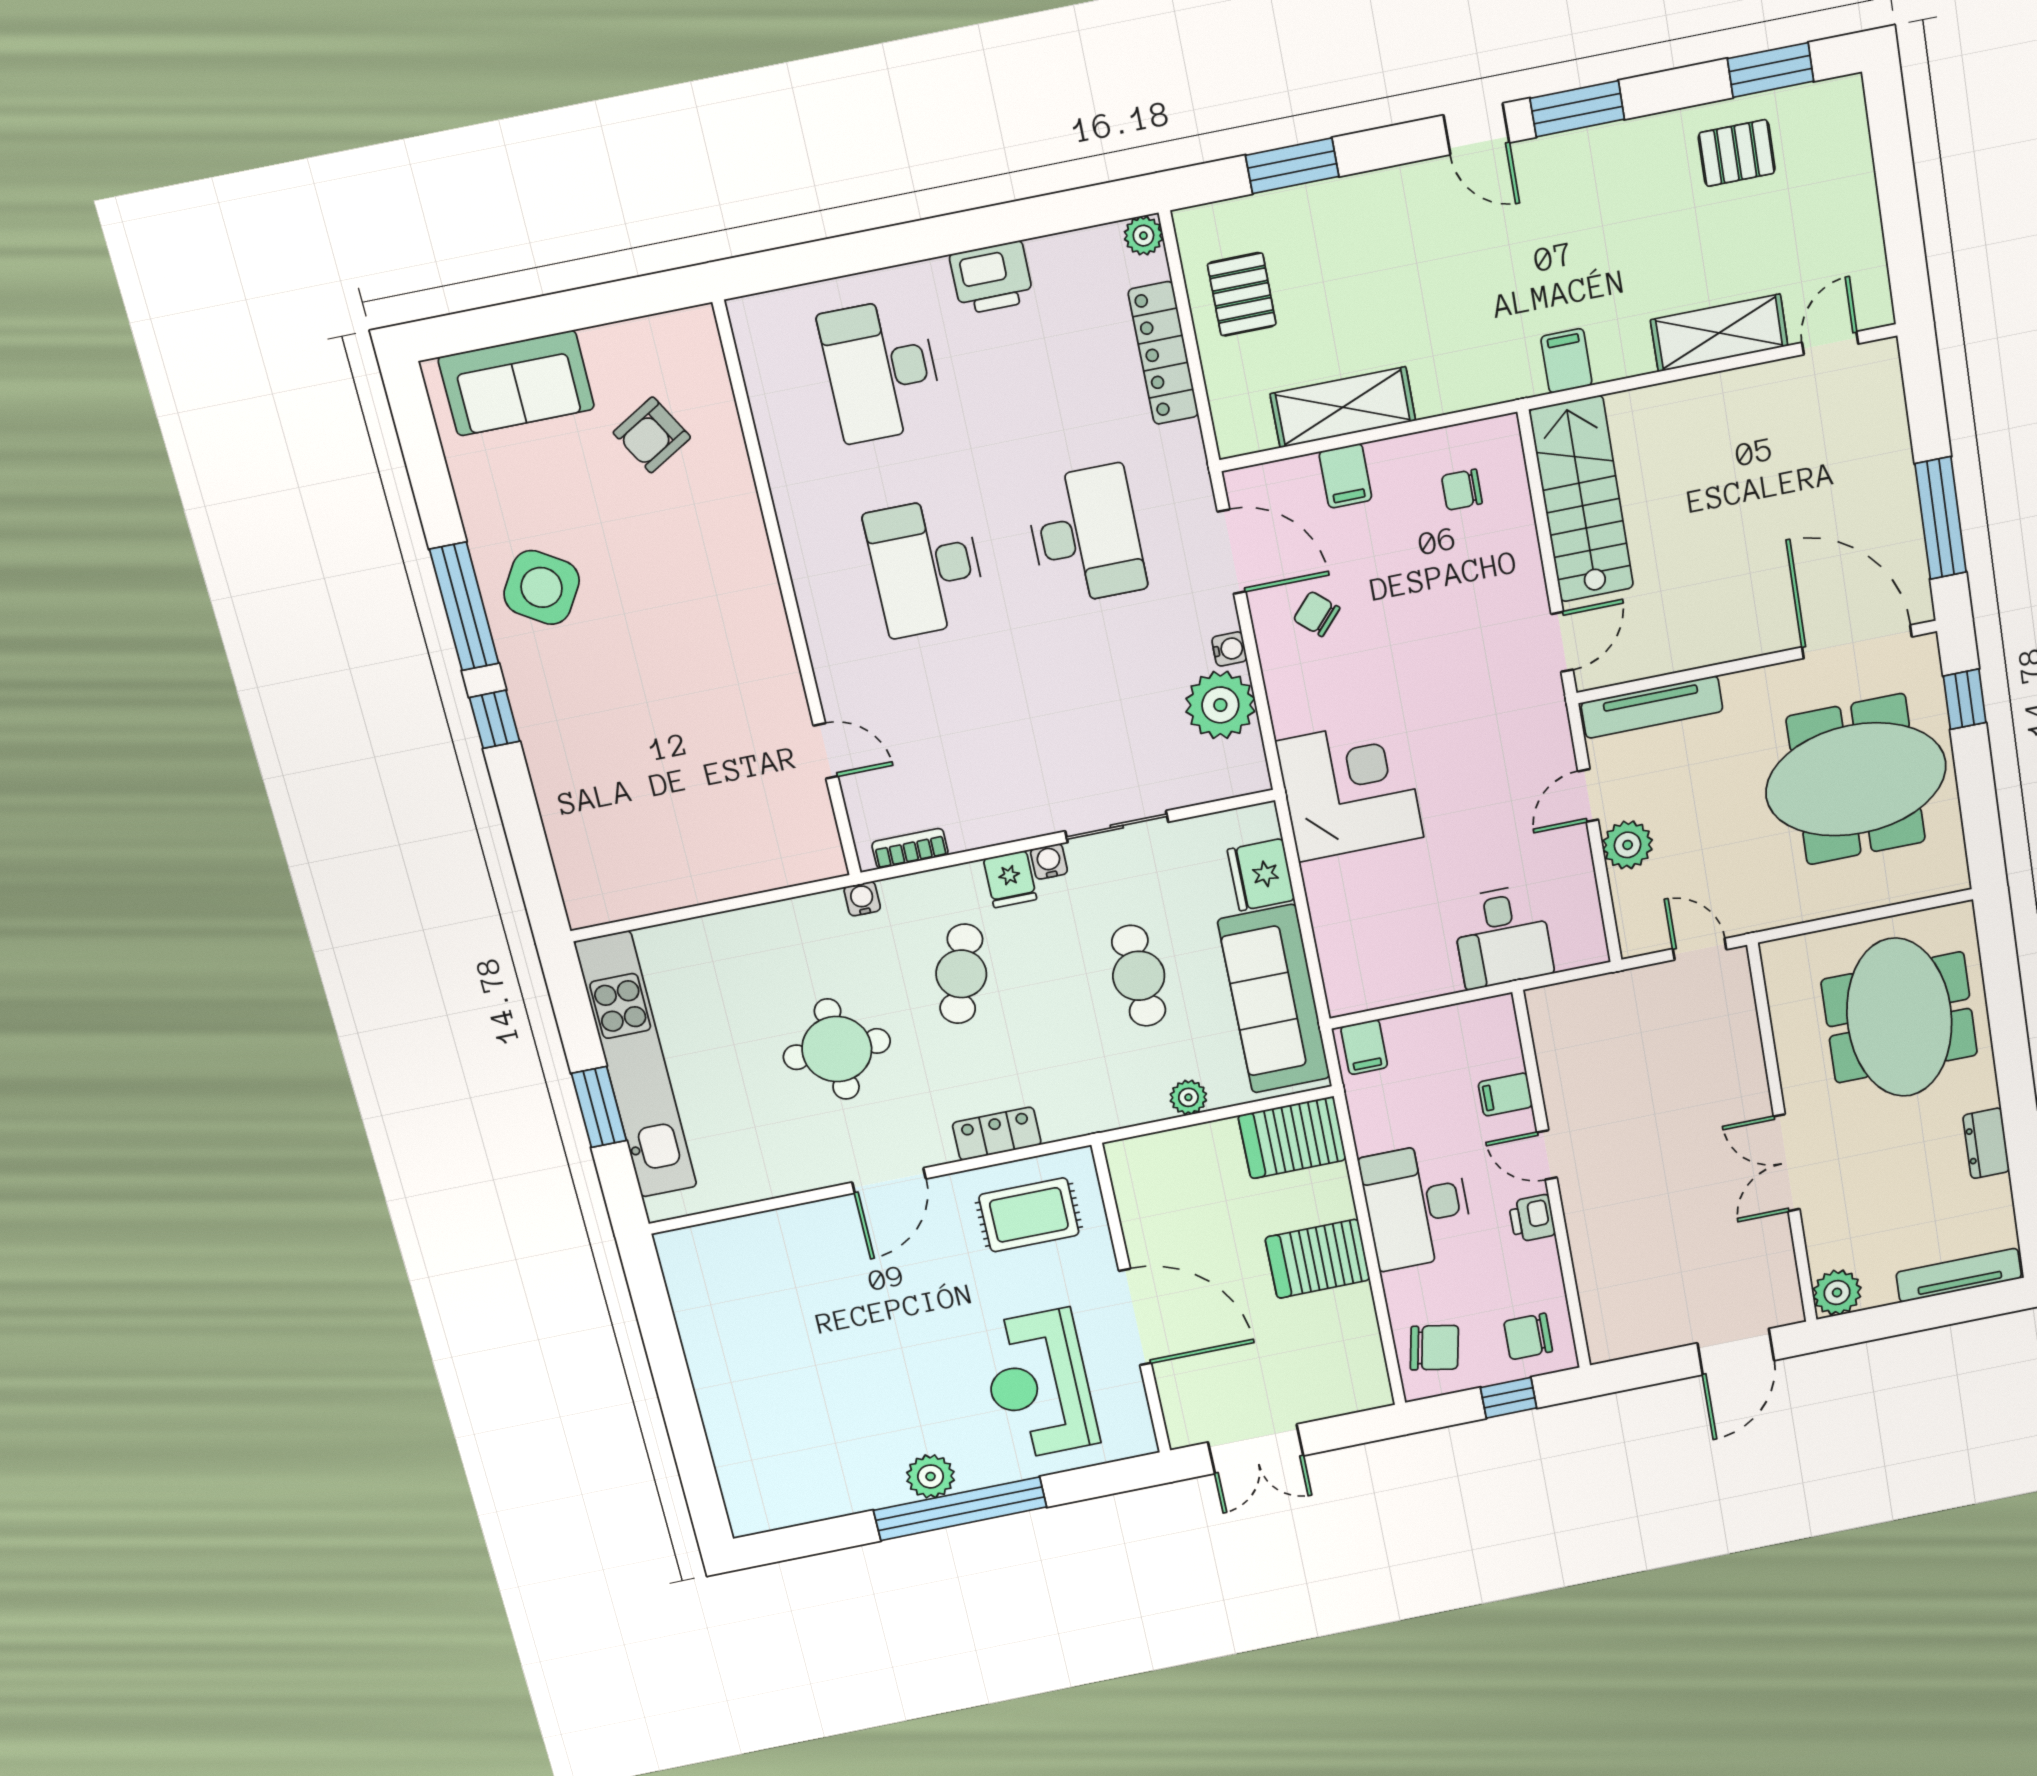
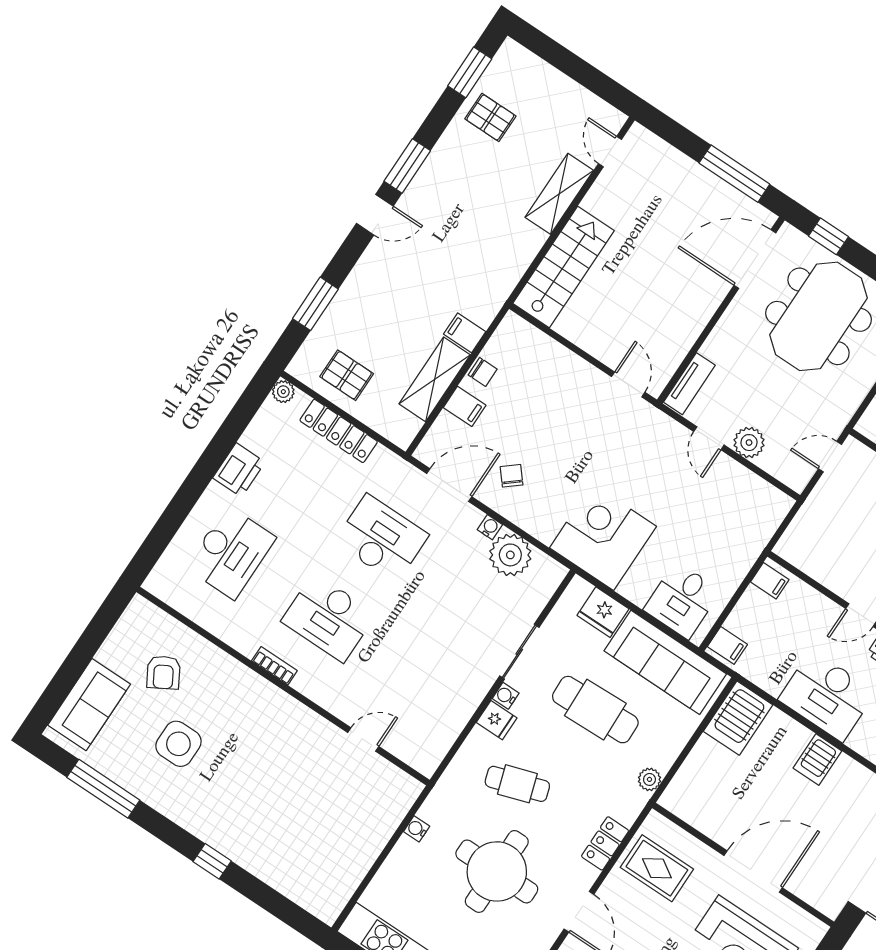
pallet: (1737, 153) -> (490, 117), turned 90
filing cabinet: (1566, 361) -> (465, 333), moved
desk: (881, 370) -> (231, 553), turned -90
chair: (1462, 490) -> (483, 372), moved, turned -90
stairs: (1582, 499) -> (563, 267), moved, turned 90
side table: (542, 587) -> (178, 744), moved, turned -32
window: (464, 606) -> (103, 789), moved
chair: (1317, 614) -> (512, 476), turned 98
tv unit: (1652, 707) -> (689, 384), width x0.71
bookcase: (910, 849) -> (274, 666), moved, turned 90
water cooler: (862, 899) -> (417, 829), moved
desk: (1502, 937) -> (682, 600), moved, turned 90
cafe table: (961, 974) -> (517, 784), turned -36
cafe table: (1139, 976) -> (595, 710), width x1.37, depth x1.35
round table: (837, 1049) -> (497, 871), width x1.36, depth x1.36
filing cabinet: (1505, 1094) -> (770, 581), moved, turned -90
plant: (1188, 1097) -> (649, 779), moved
rug: (1029, 1215) -> (657, 868), turned 90
server rack: (1318, 1259) -> (817, 759), width x0.73, depth x0.70

